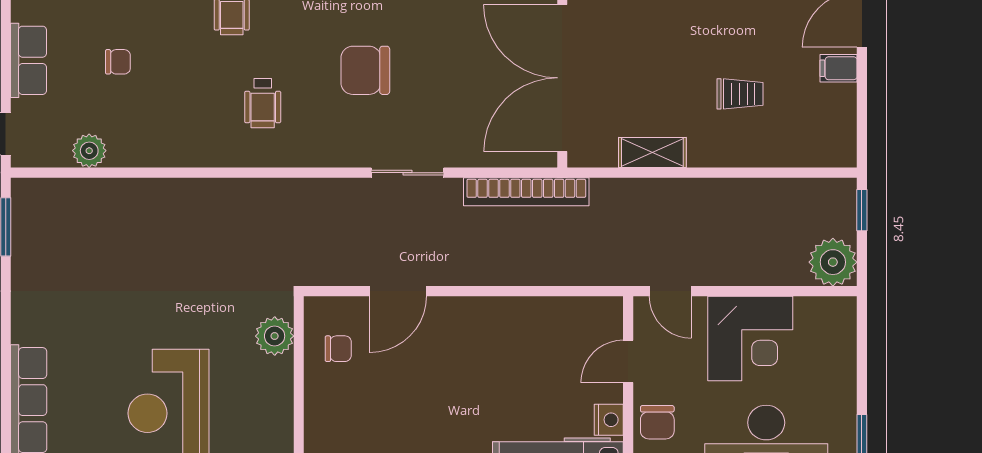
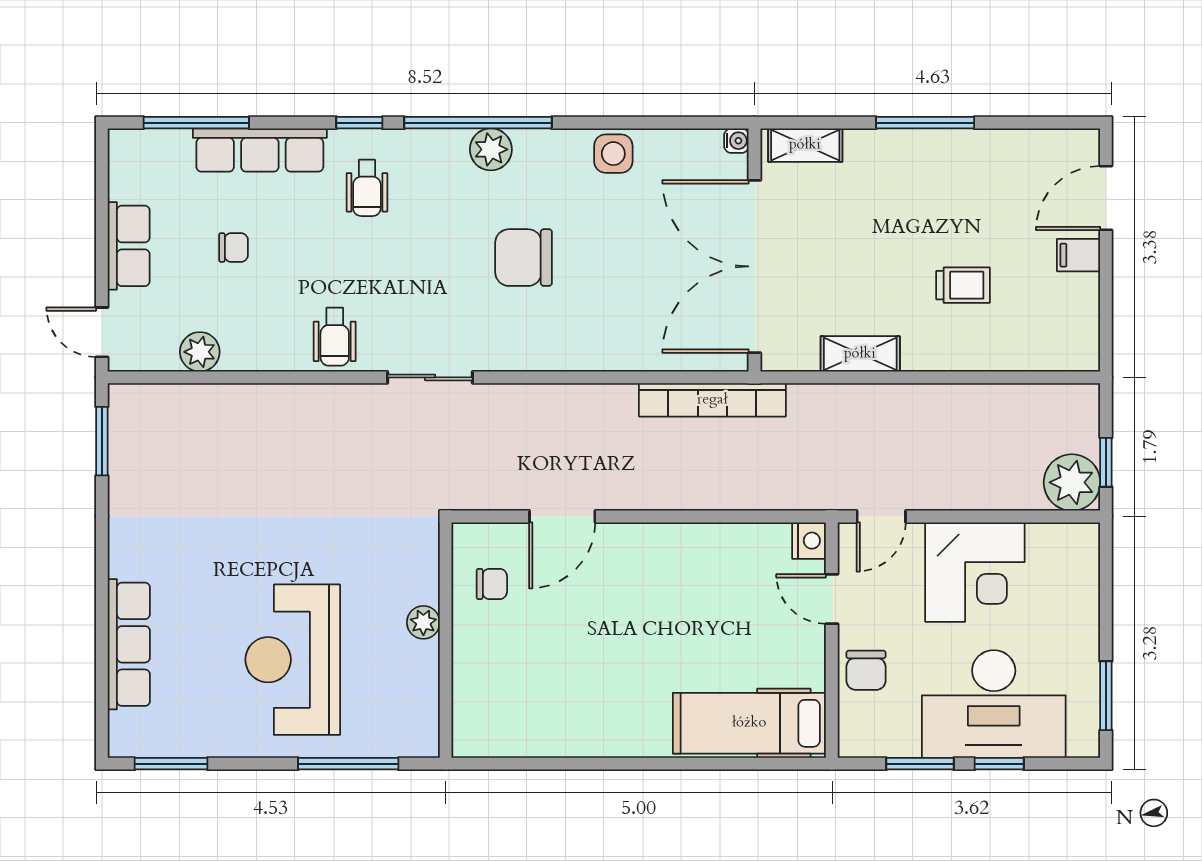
wheelchair: (263, 103) -> (335, 337), moved
sliding door: (408, 173) -> (430, 377), moved
window: (862, 210) -> (1106, 462), moved
door: (670, 291) -> (881, 516), hinge flipped
plant: (275, 336) -> (423, 622), moved, width x0.73, depth x0.73
door: (628, 361) -> (832, 599), hinge flipped
nightstand: (609, 420) -> (809, 541), moved

